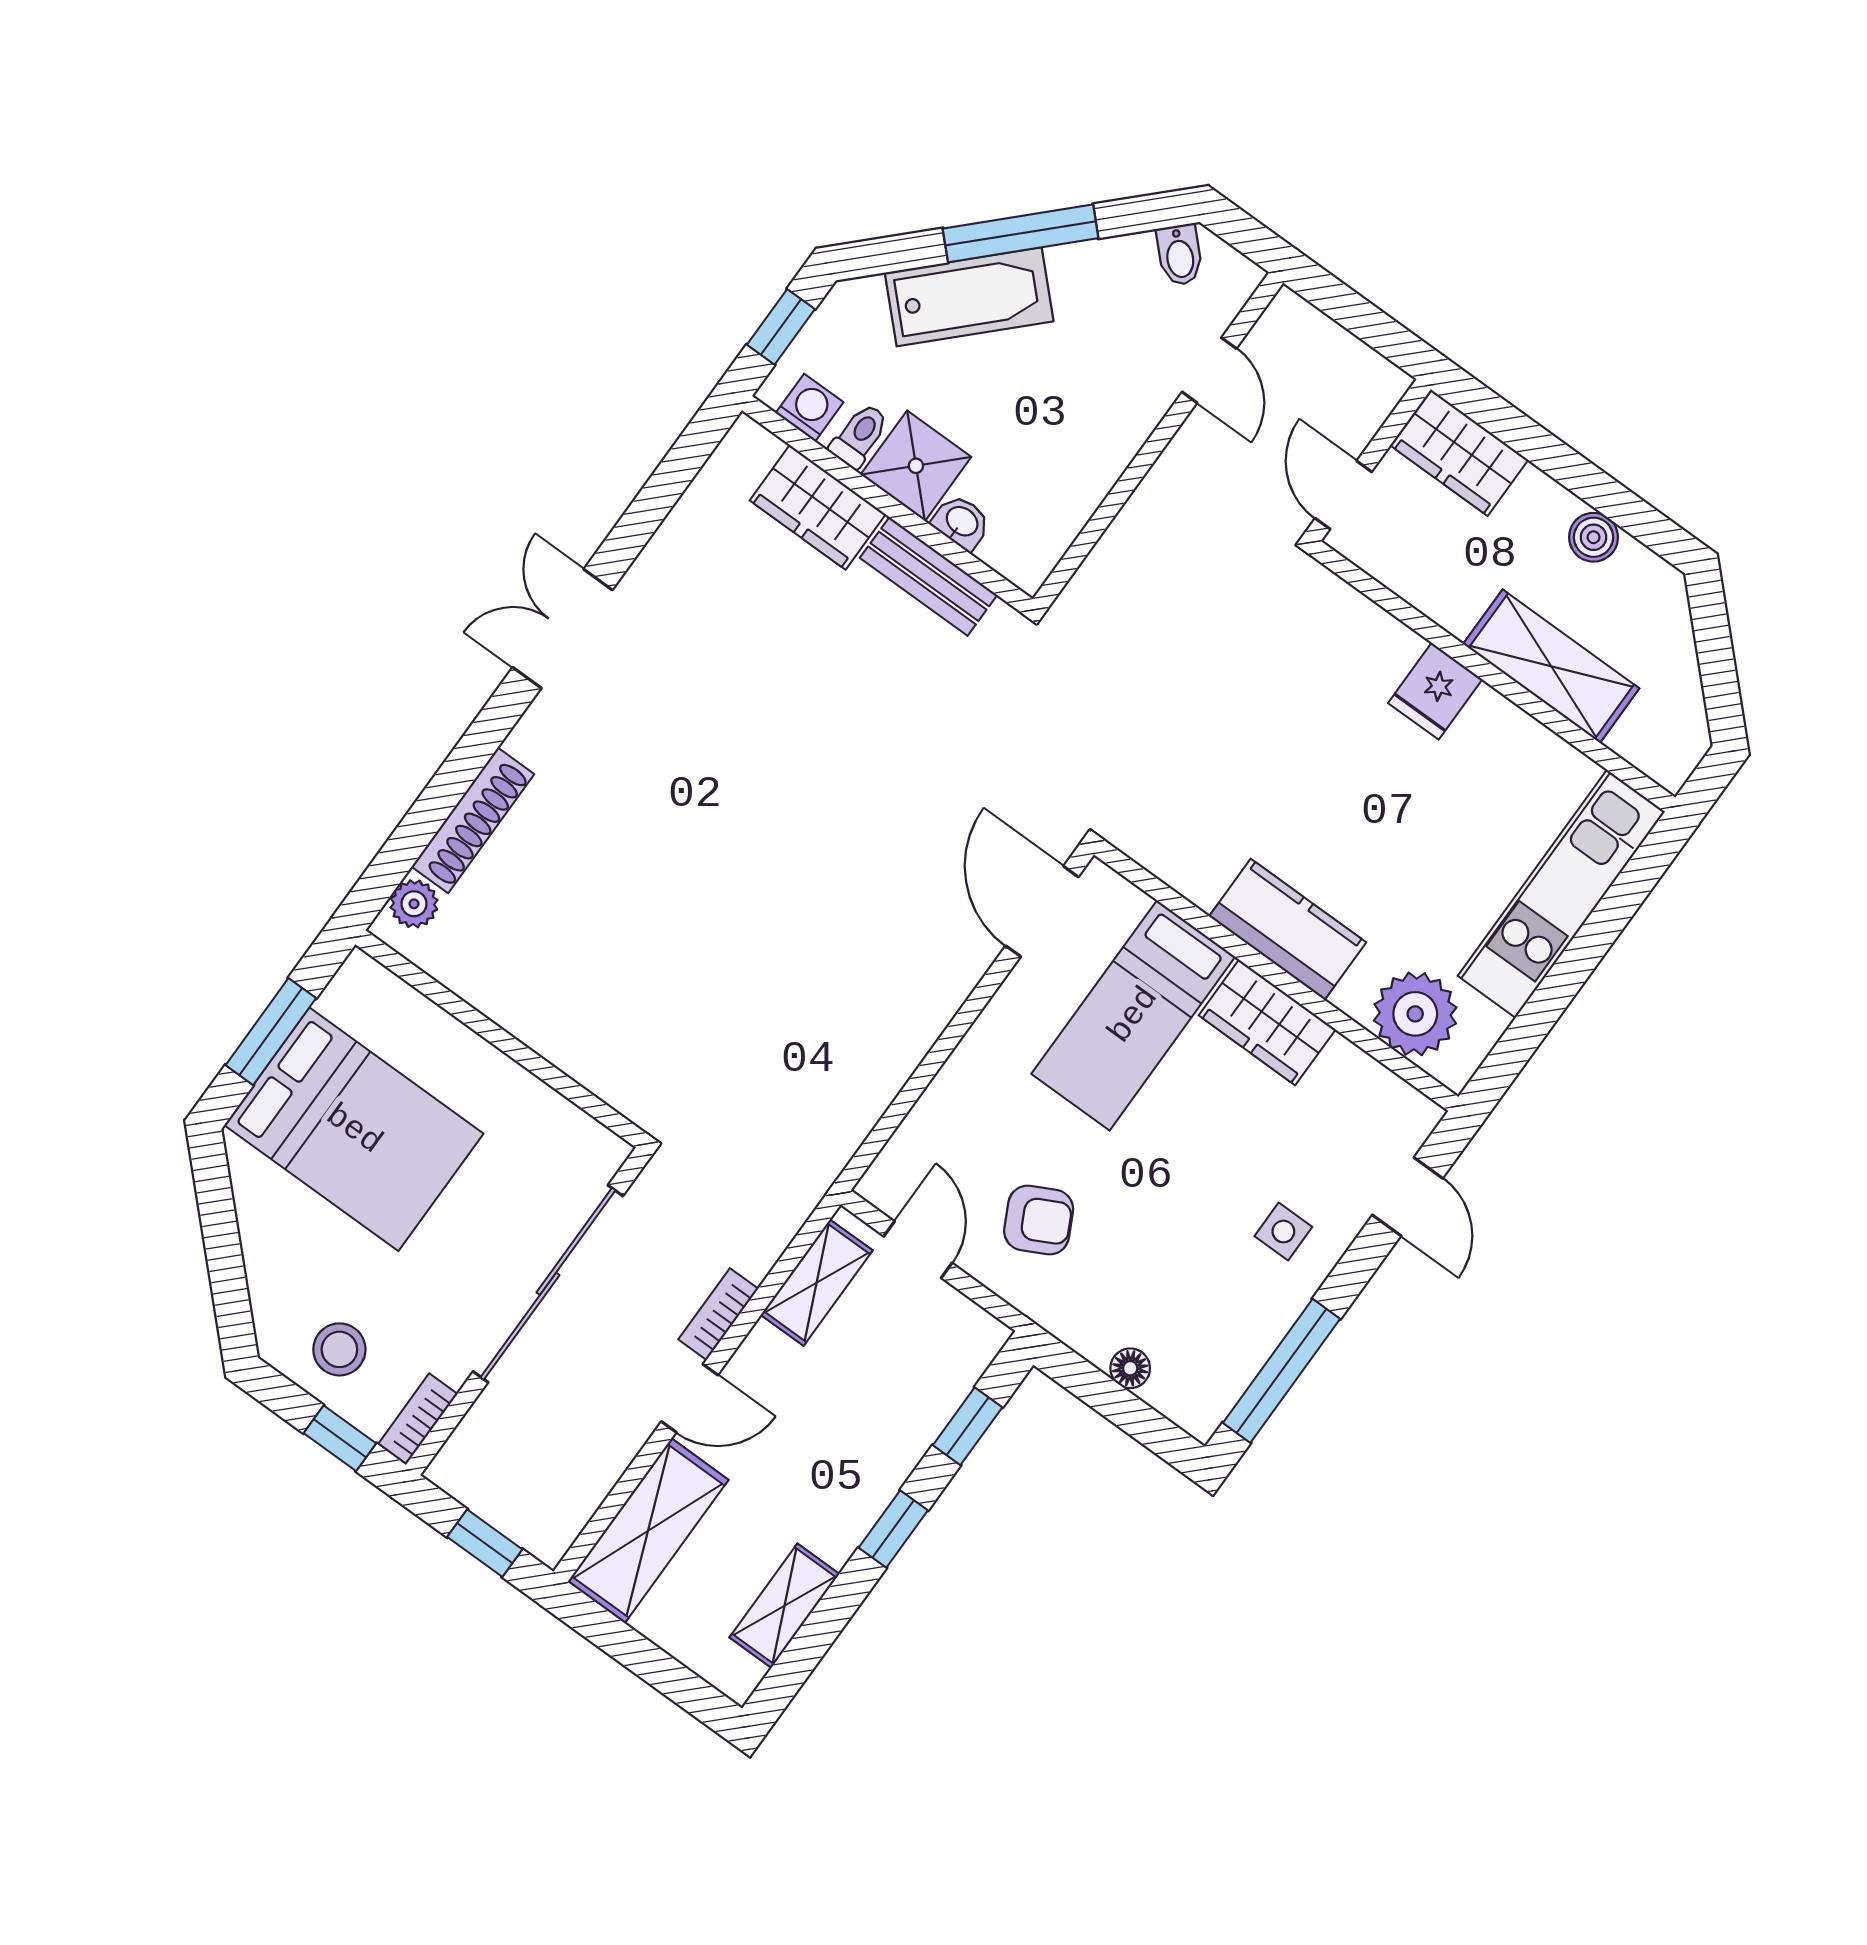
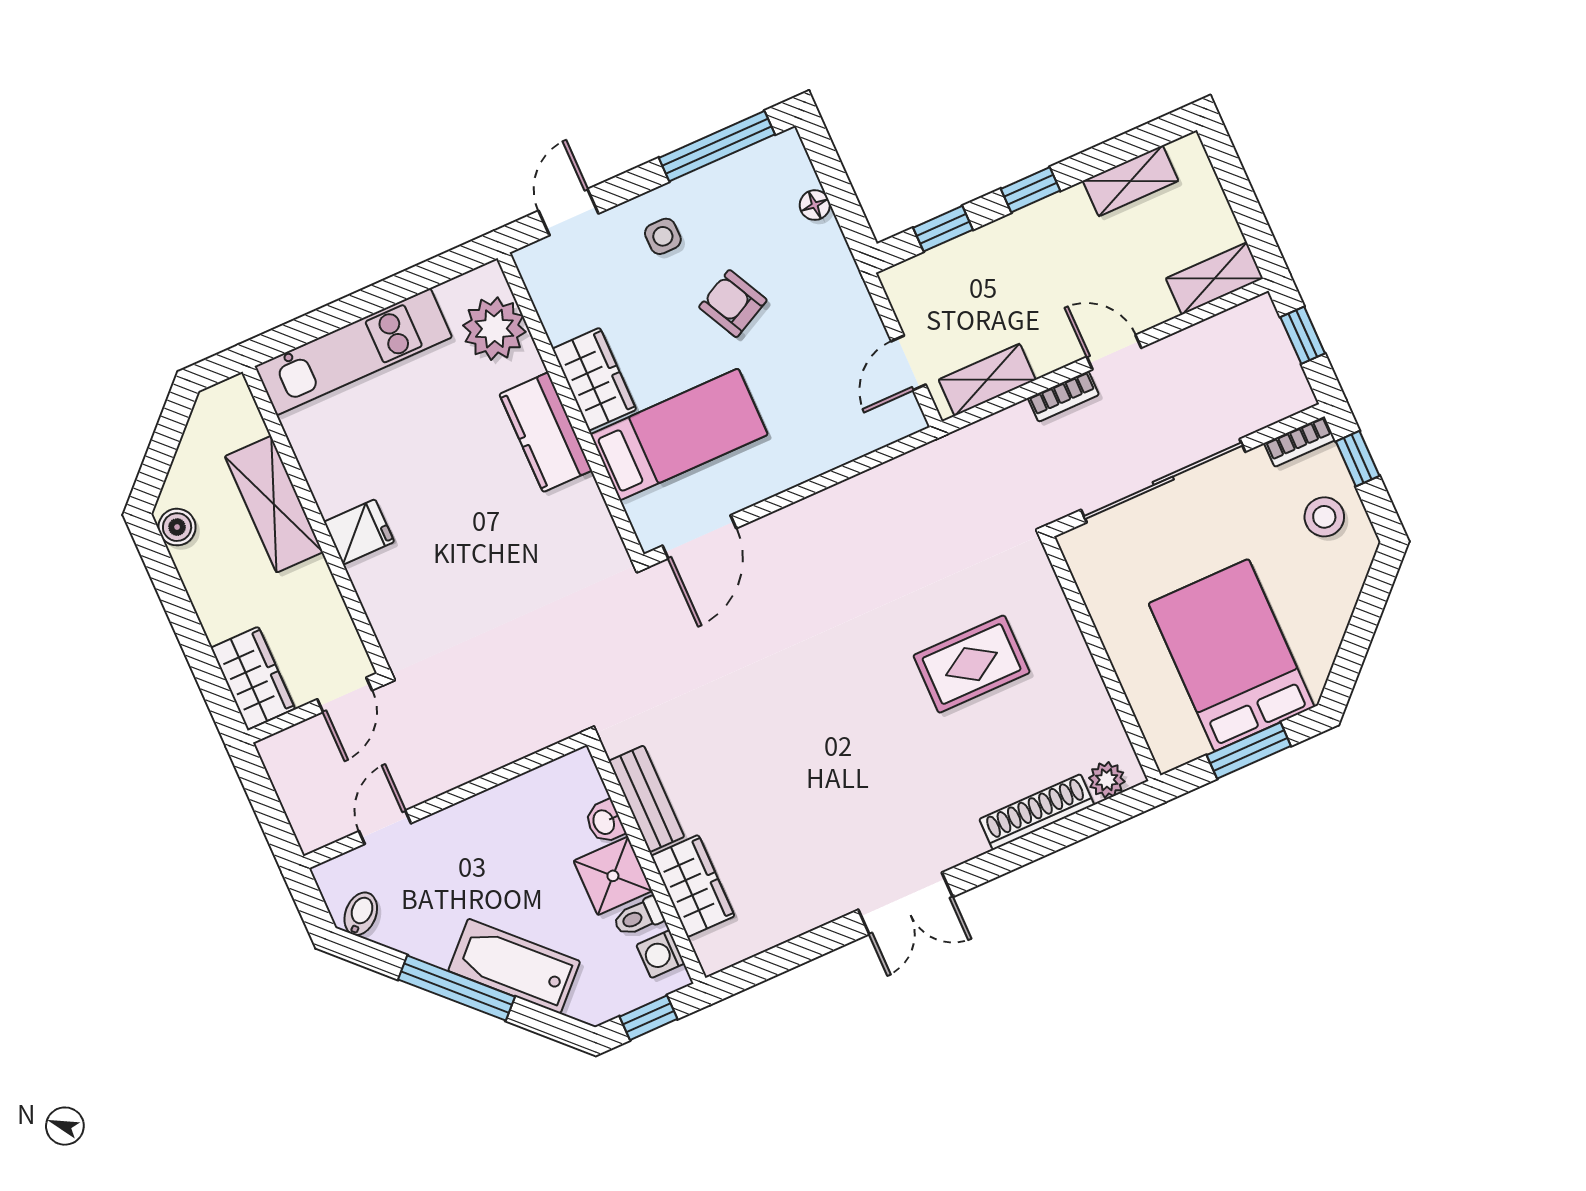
boiler: (1594, 537) -> (177, 527), moved
rug: (646, 947) -> (972, 664), added
armchair: (1039, 1220) -> (733, 304), moved
shelving: (648, 1531) -> (1214, 279), width x0.67, depth x0.75

